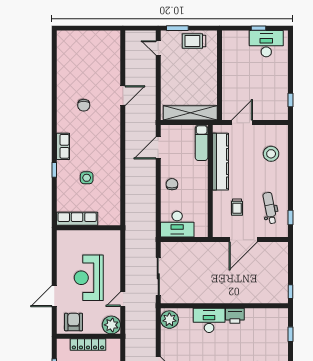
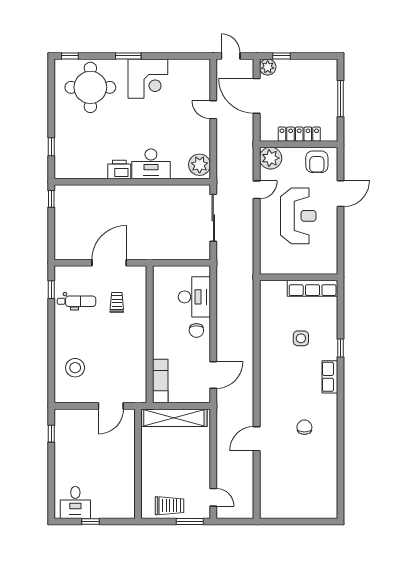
desk: (266, 44) -> (75, 502), width x0.73
kitchen counter: (221, 162) -> (137, 358), removed
dental chair: (270, 208) -> (76, 301), turned -79
desk: (177, 224) -> (194, 297), moved, turned 90

